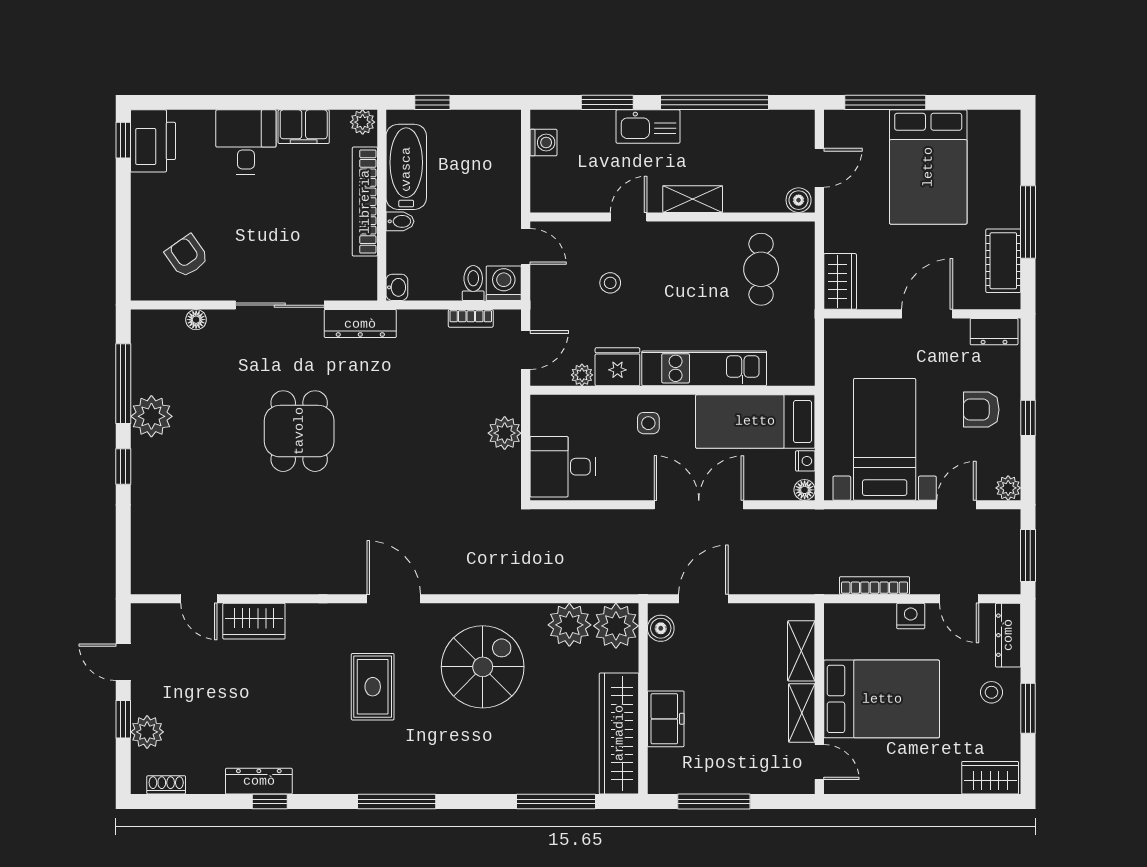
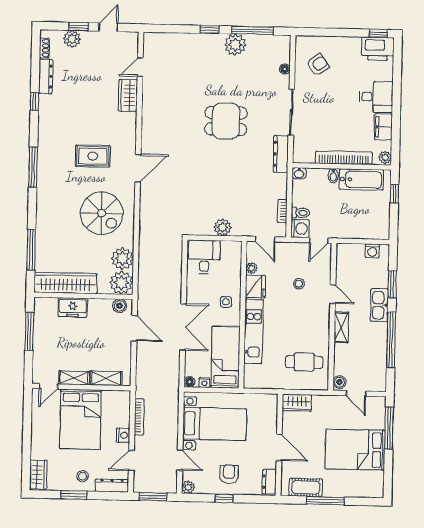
dresser: (259, 781) -> (46, 76), moved

